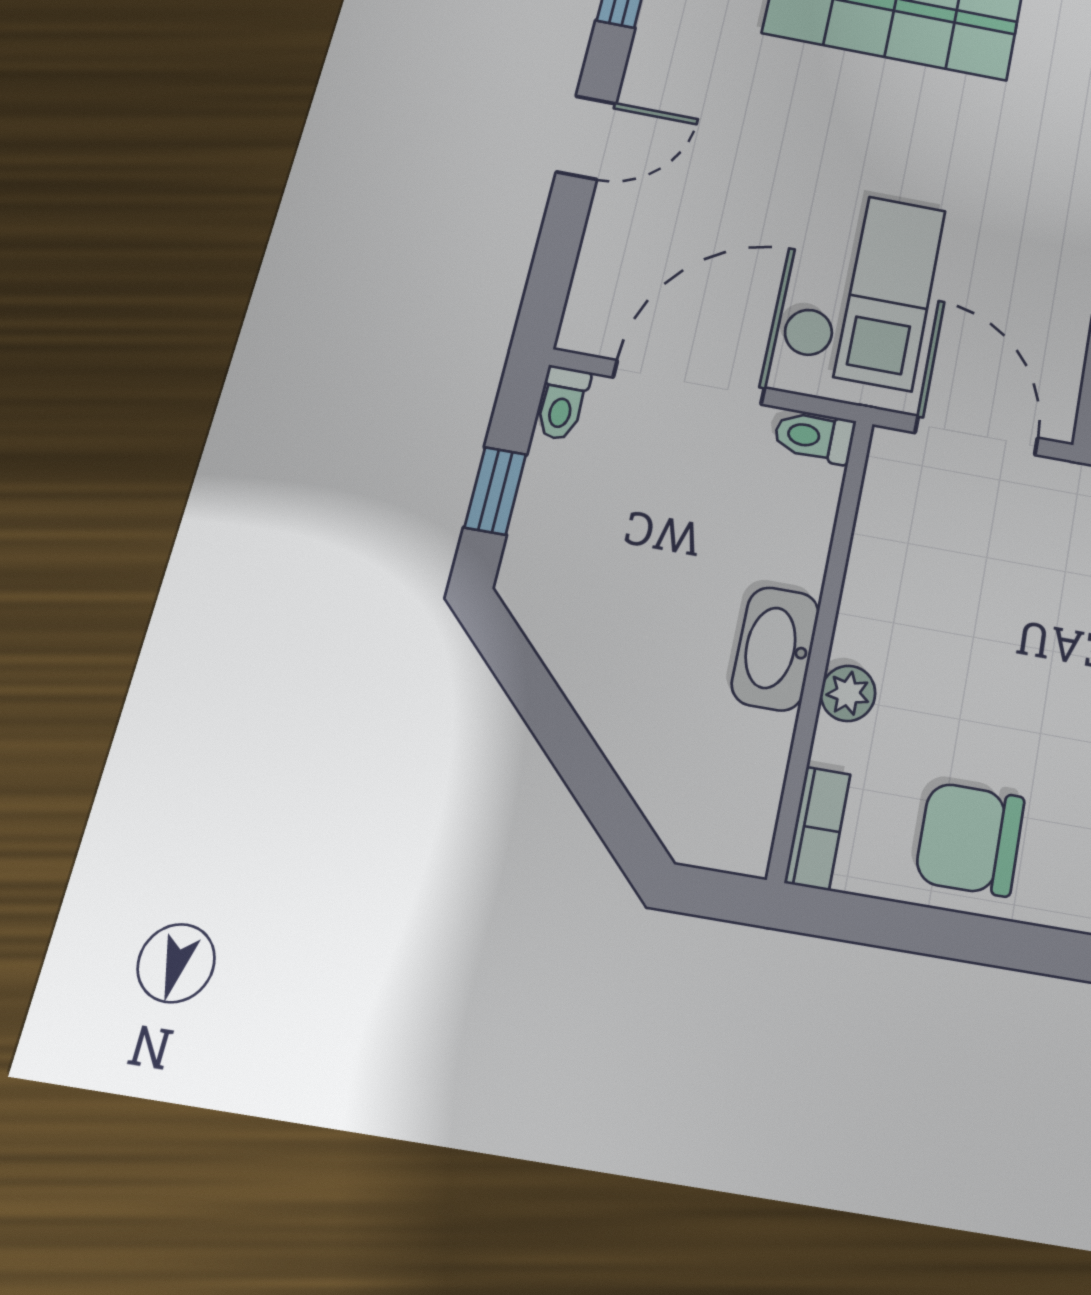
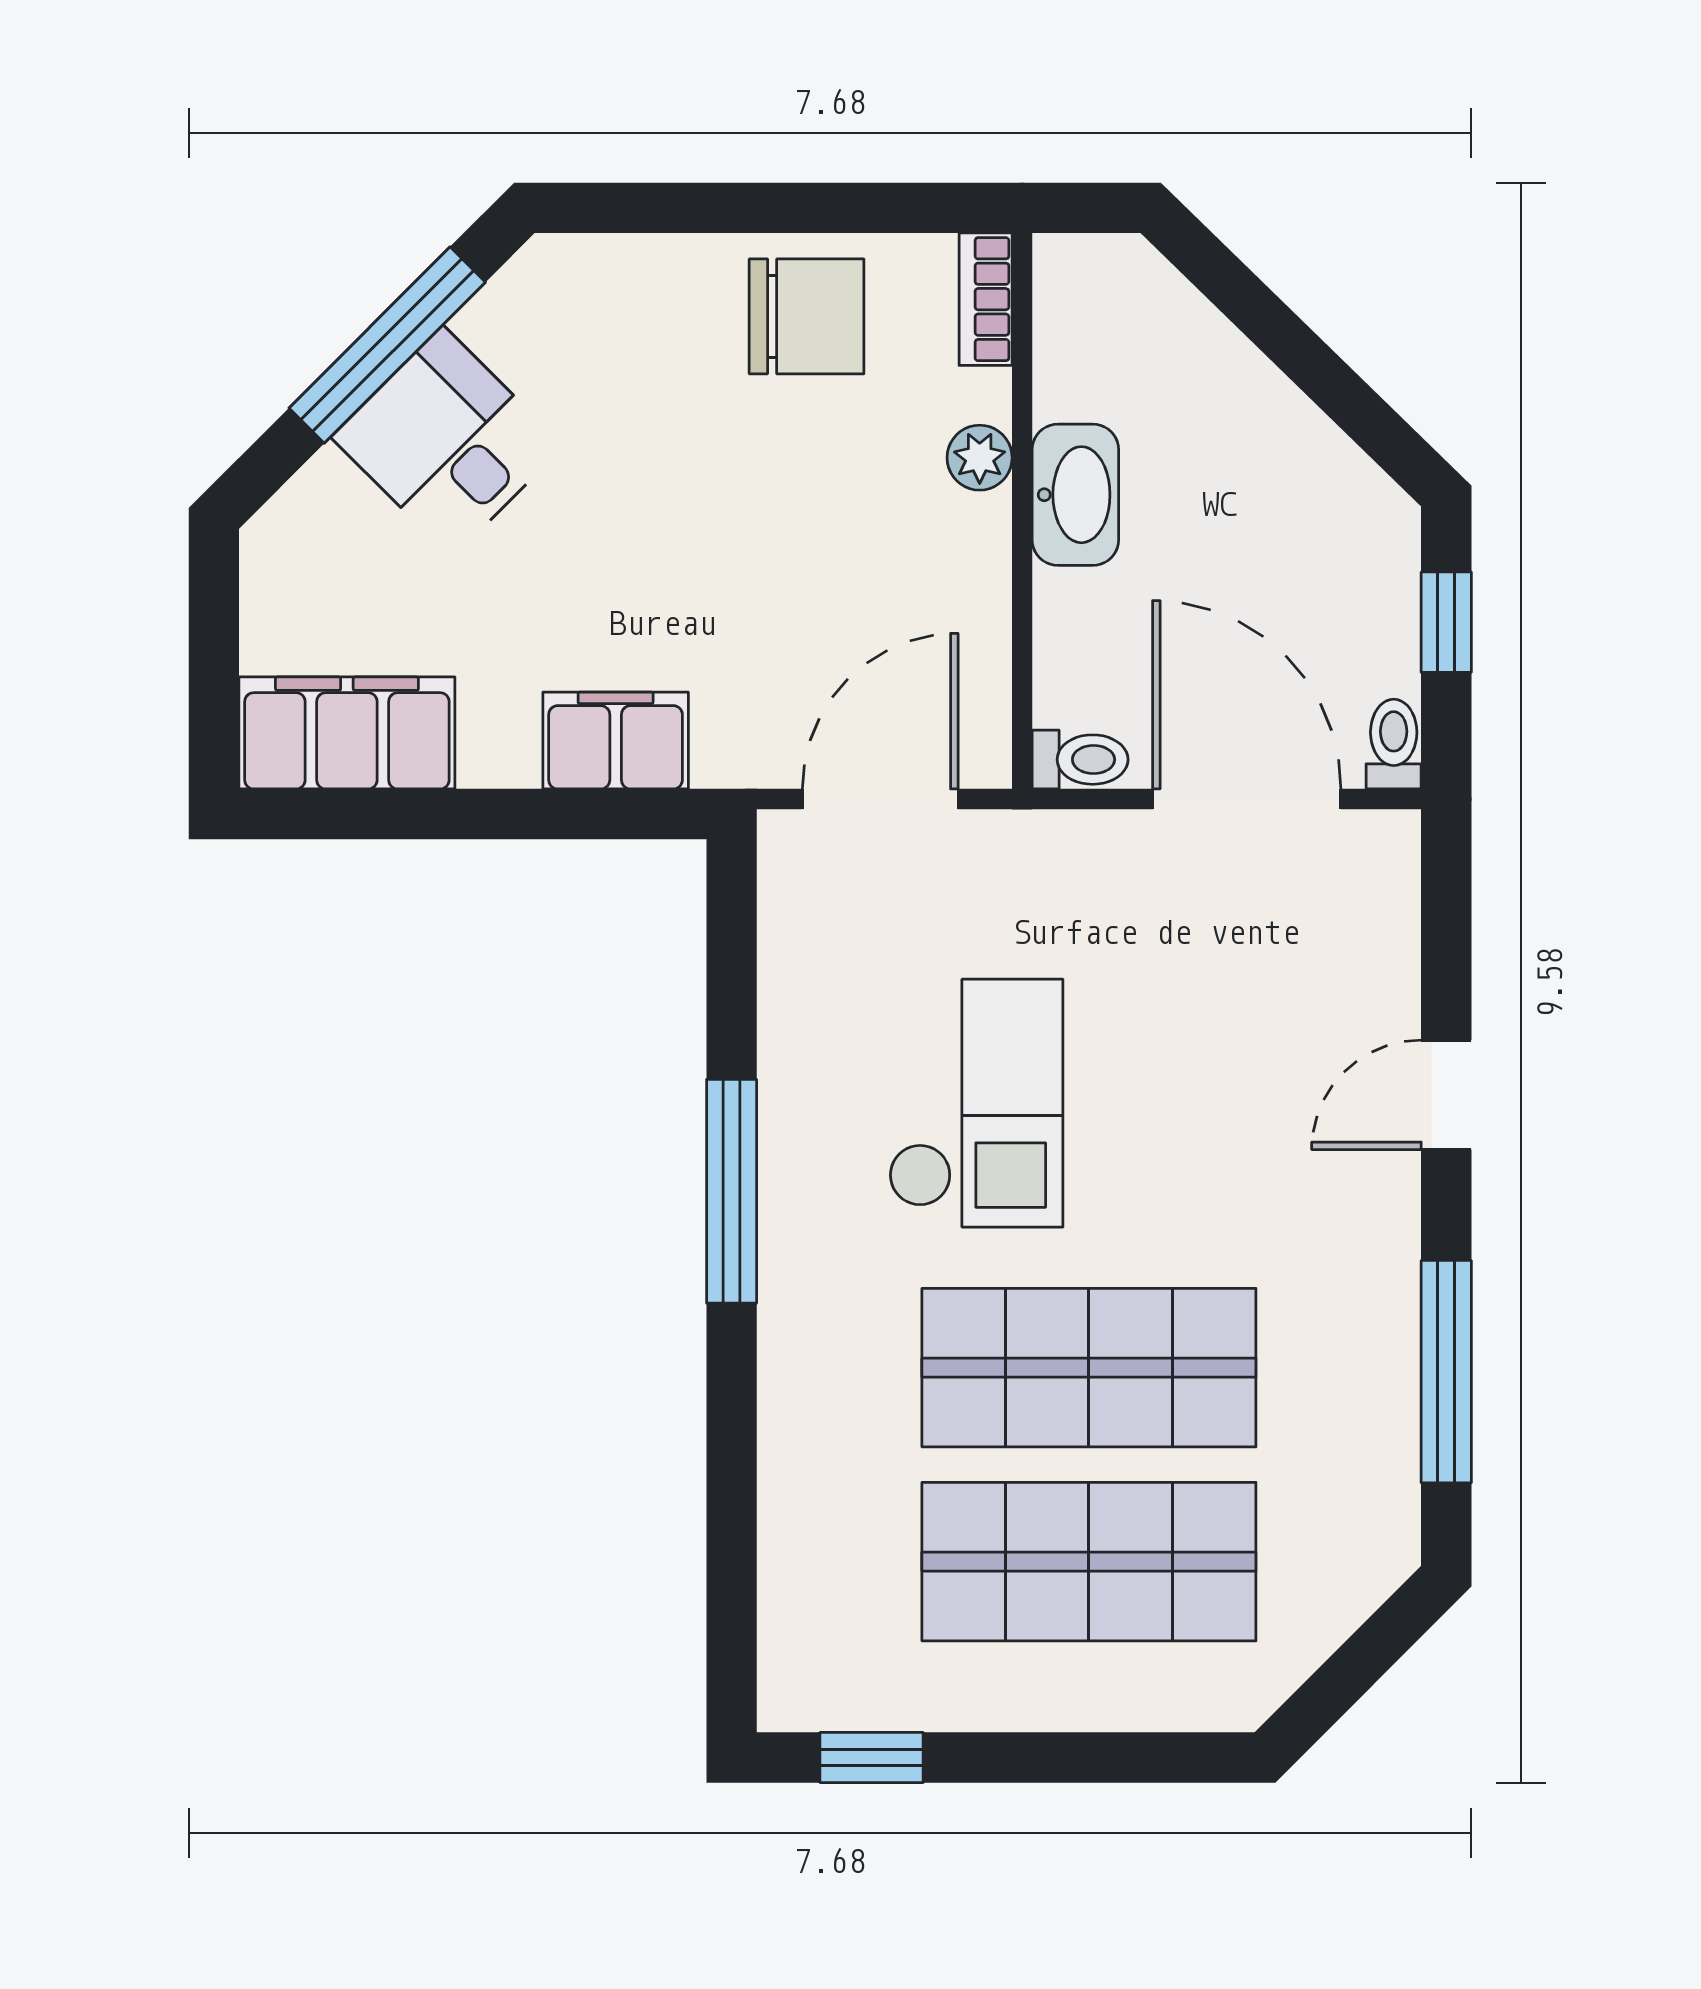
checkout: (862, 288) -> (976, 1103), moved, turned 180
door: (689, 382) -> (1247, 799), swing flipped
door: (977, 435) -> (880, 799), swing flipped

